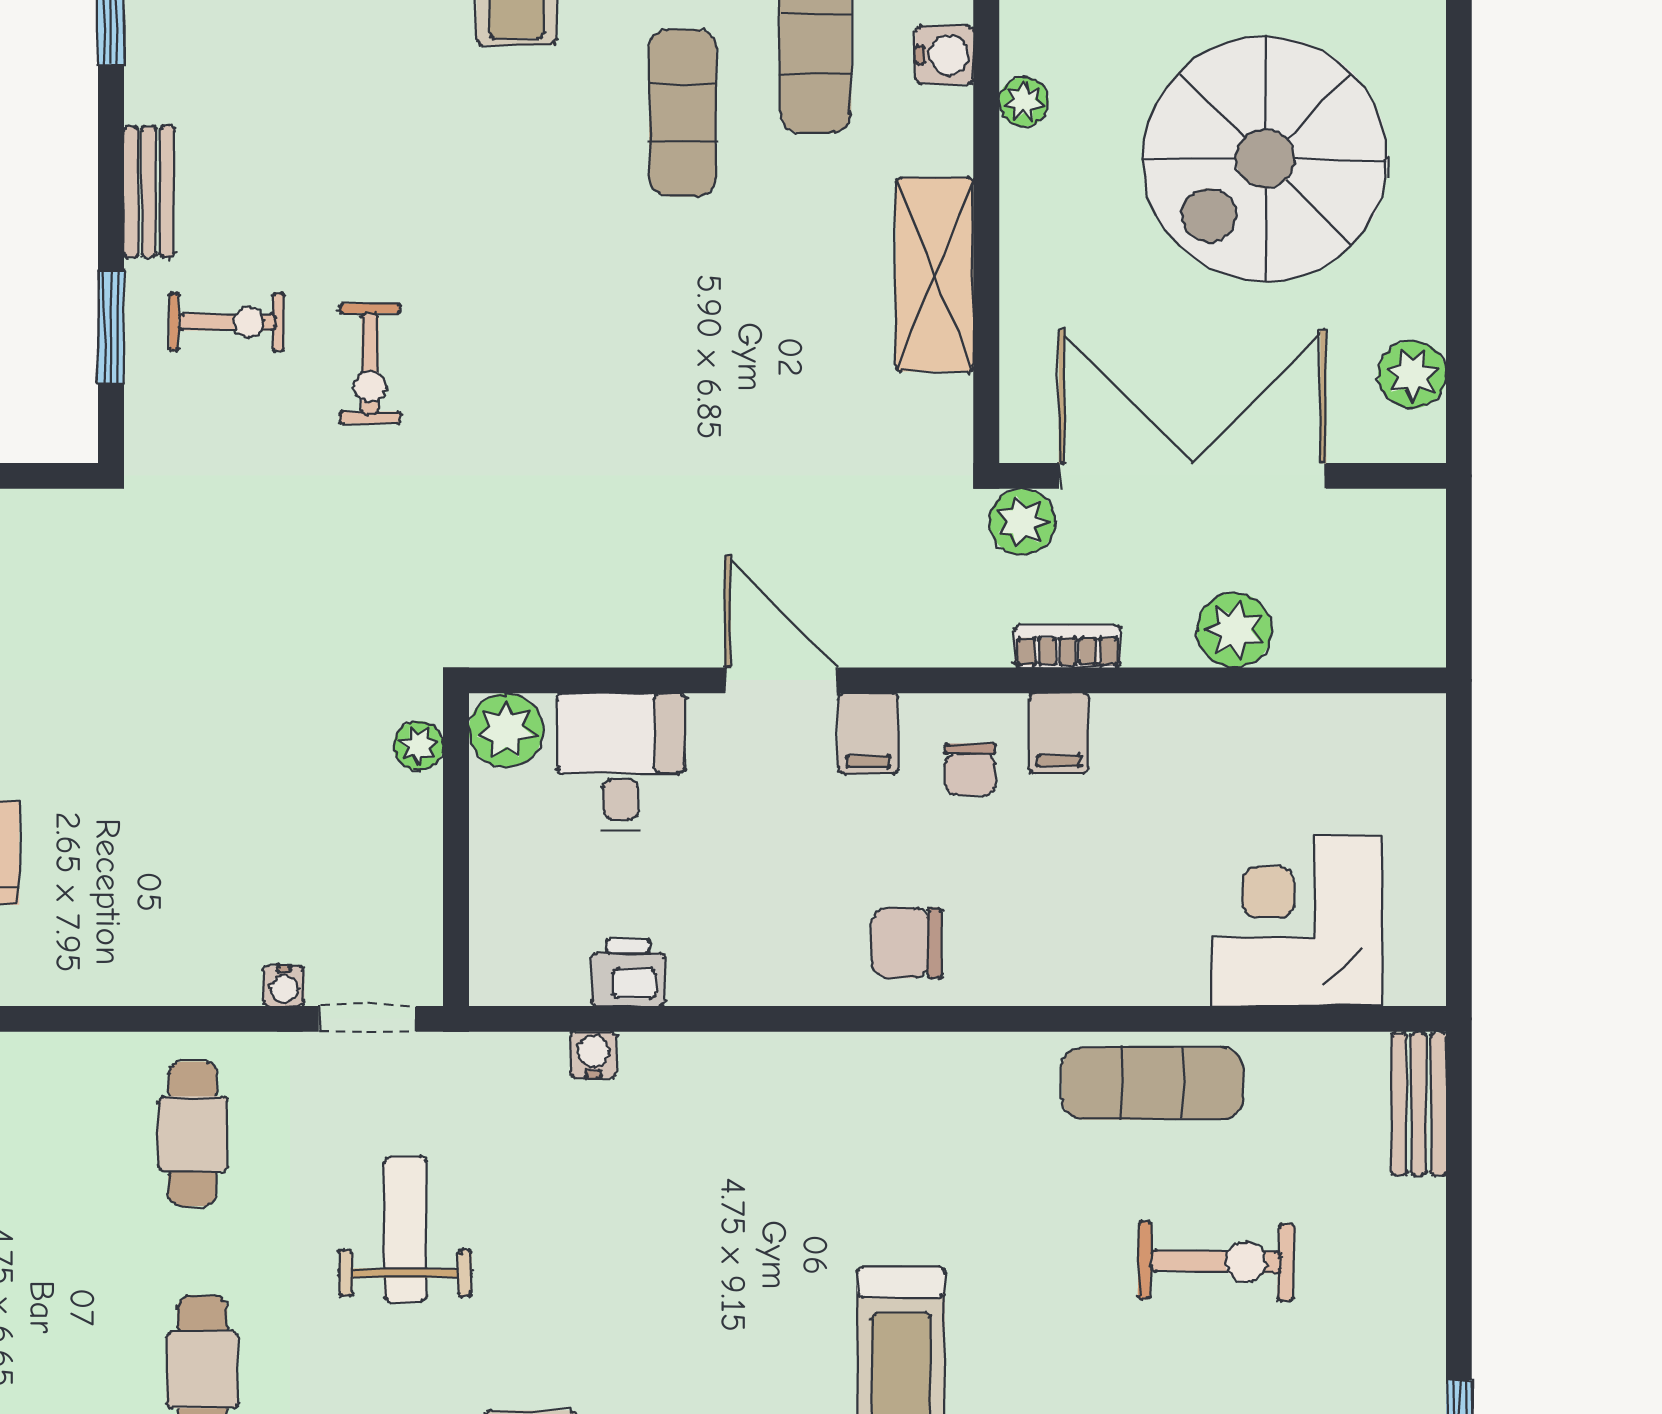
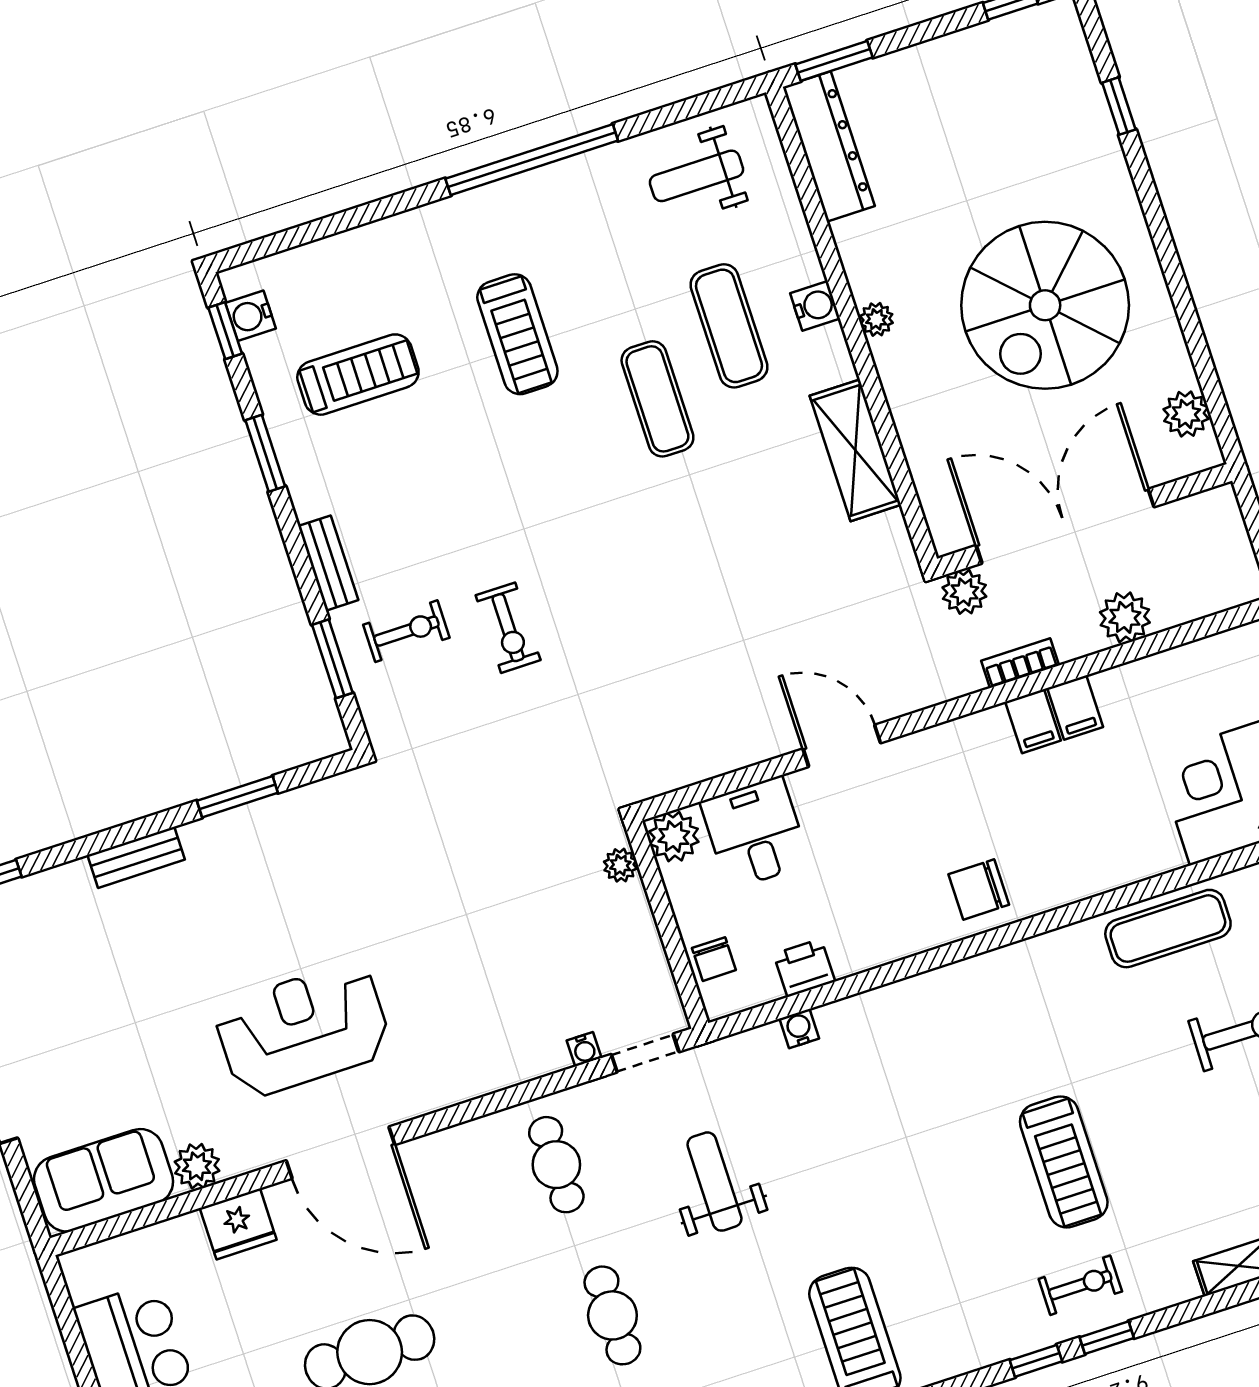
filing cabinet: (868, 733) -> (1075, 708), moved
chair: (970, 769) -> (714, 959), moved

